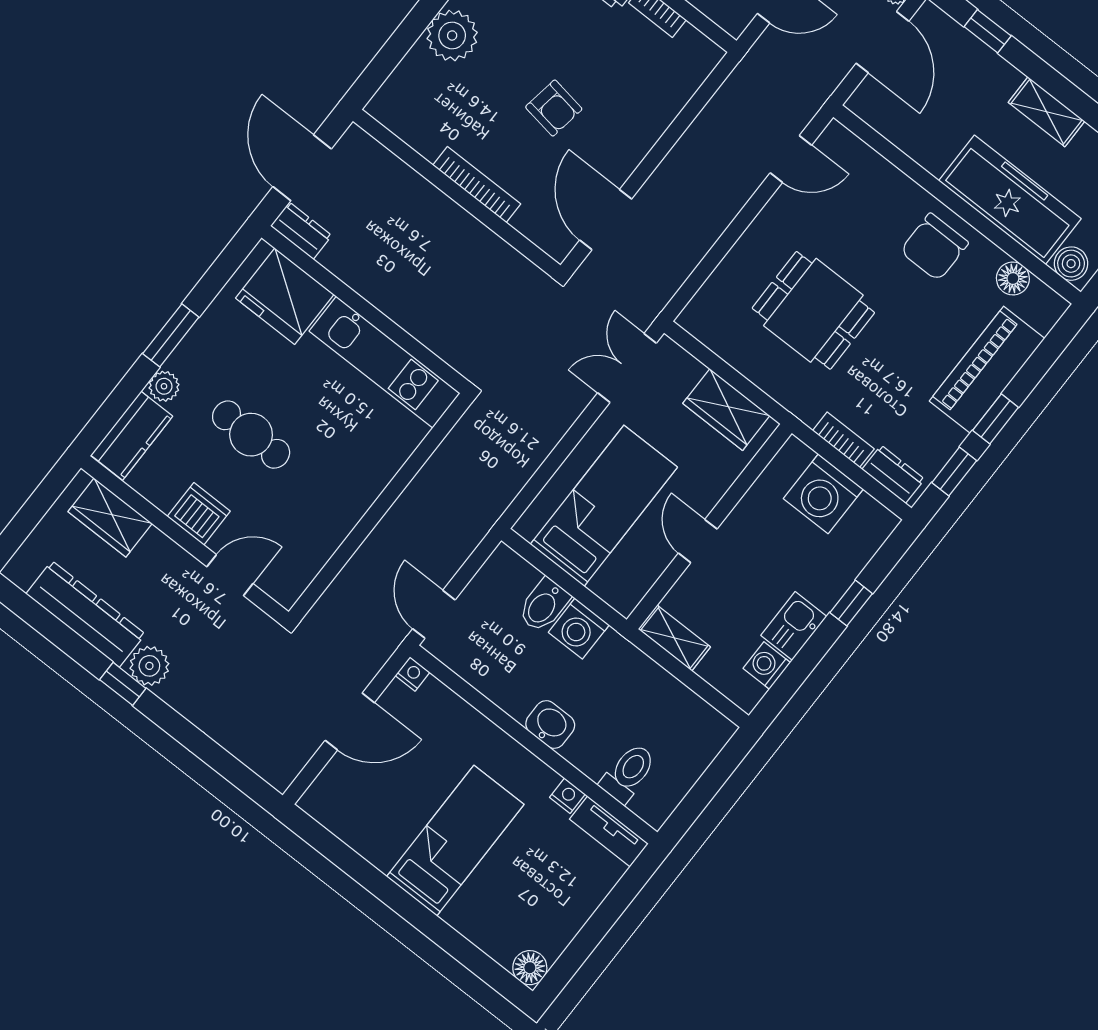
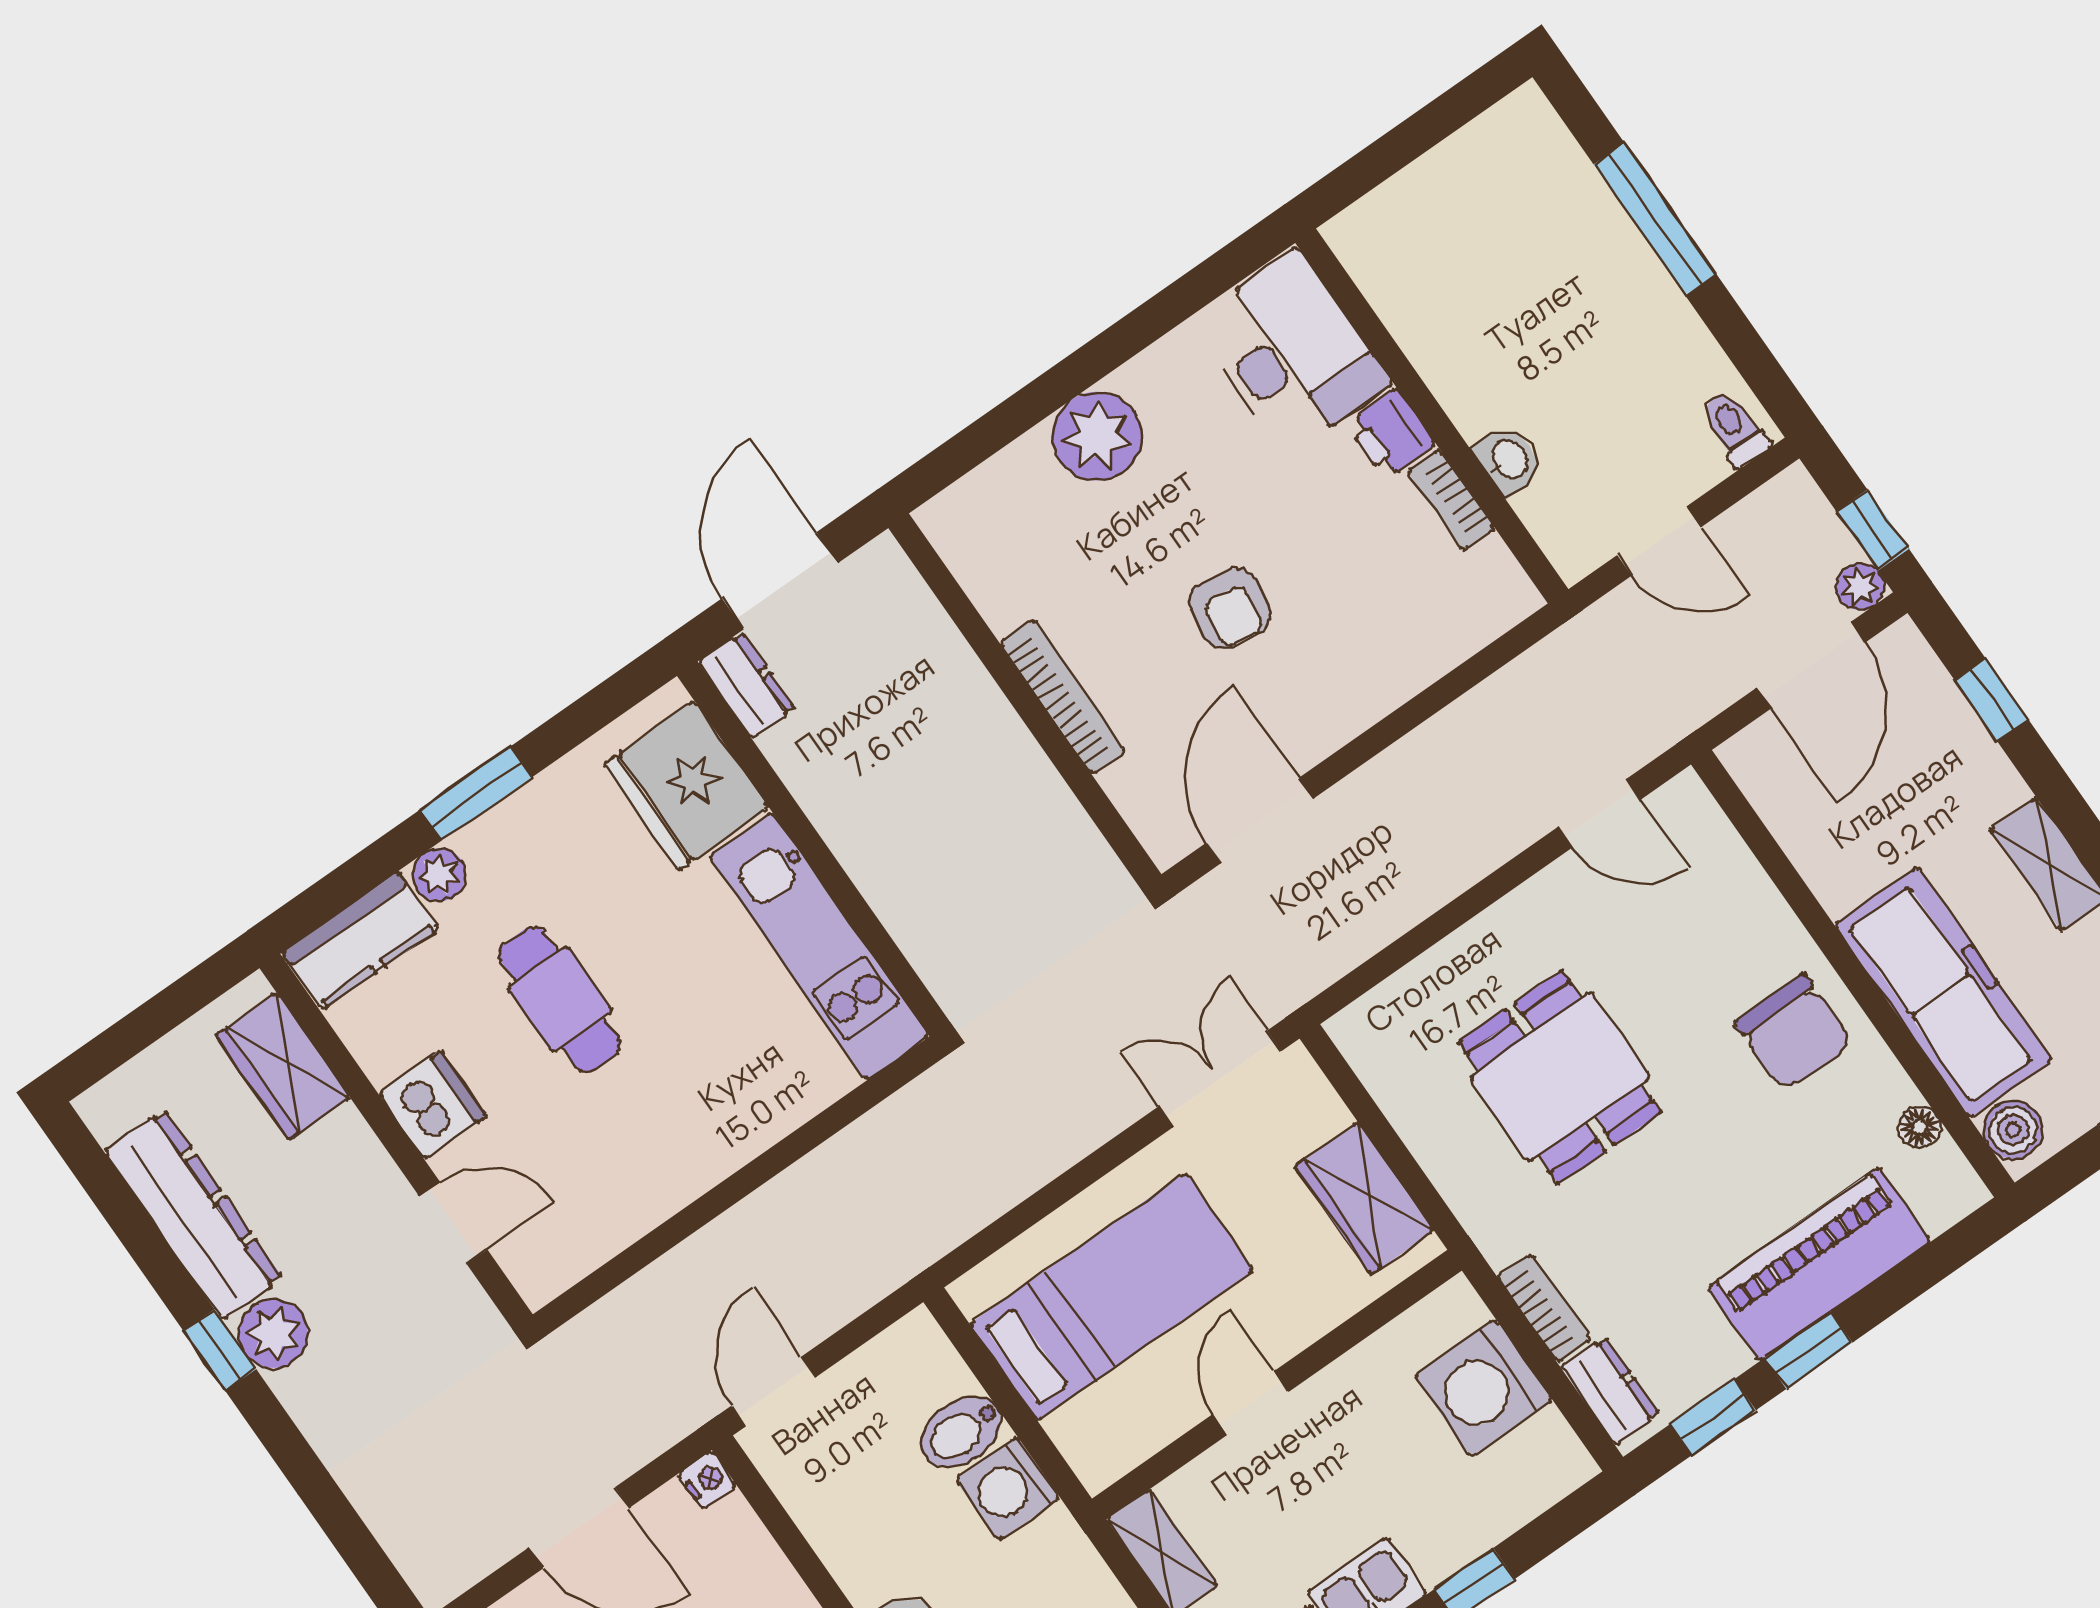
chair: (934, 247) -> (1794, 1033), turned -90
floor lamp: (1013, 278) -> (1919, 1127), width x0.73, depth x0.73

